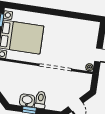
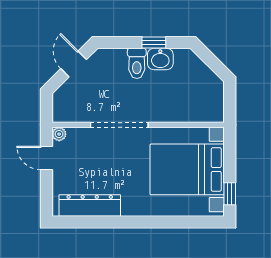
dresser: (78, 25) -> (90, 205), added

